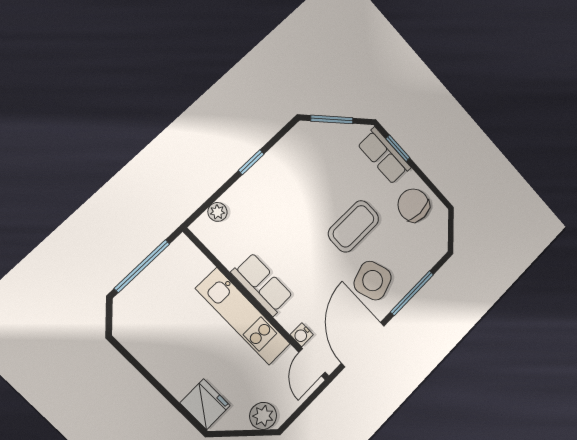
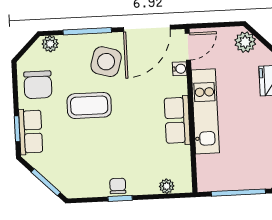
chair: (264, 172) -> (118, 186), added
plant: (434, 252) -> (50, 44), added
side table: (373, 281) -> (106, 62), turned 35

